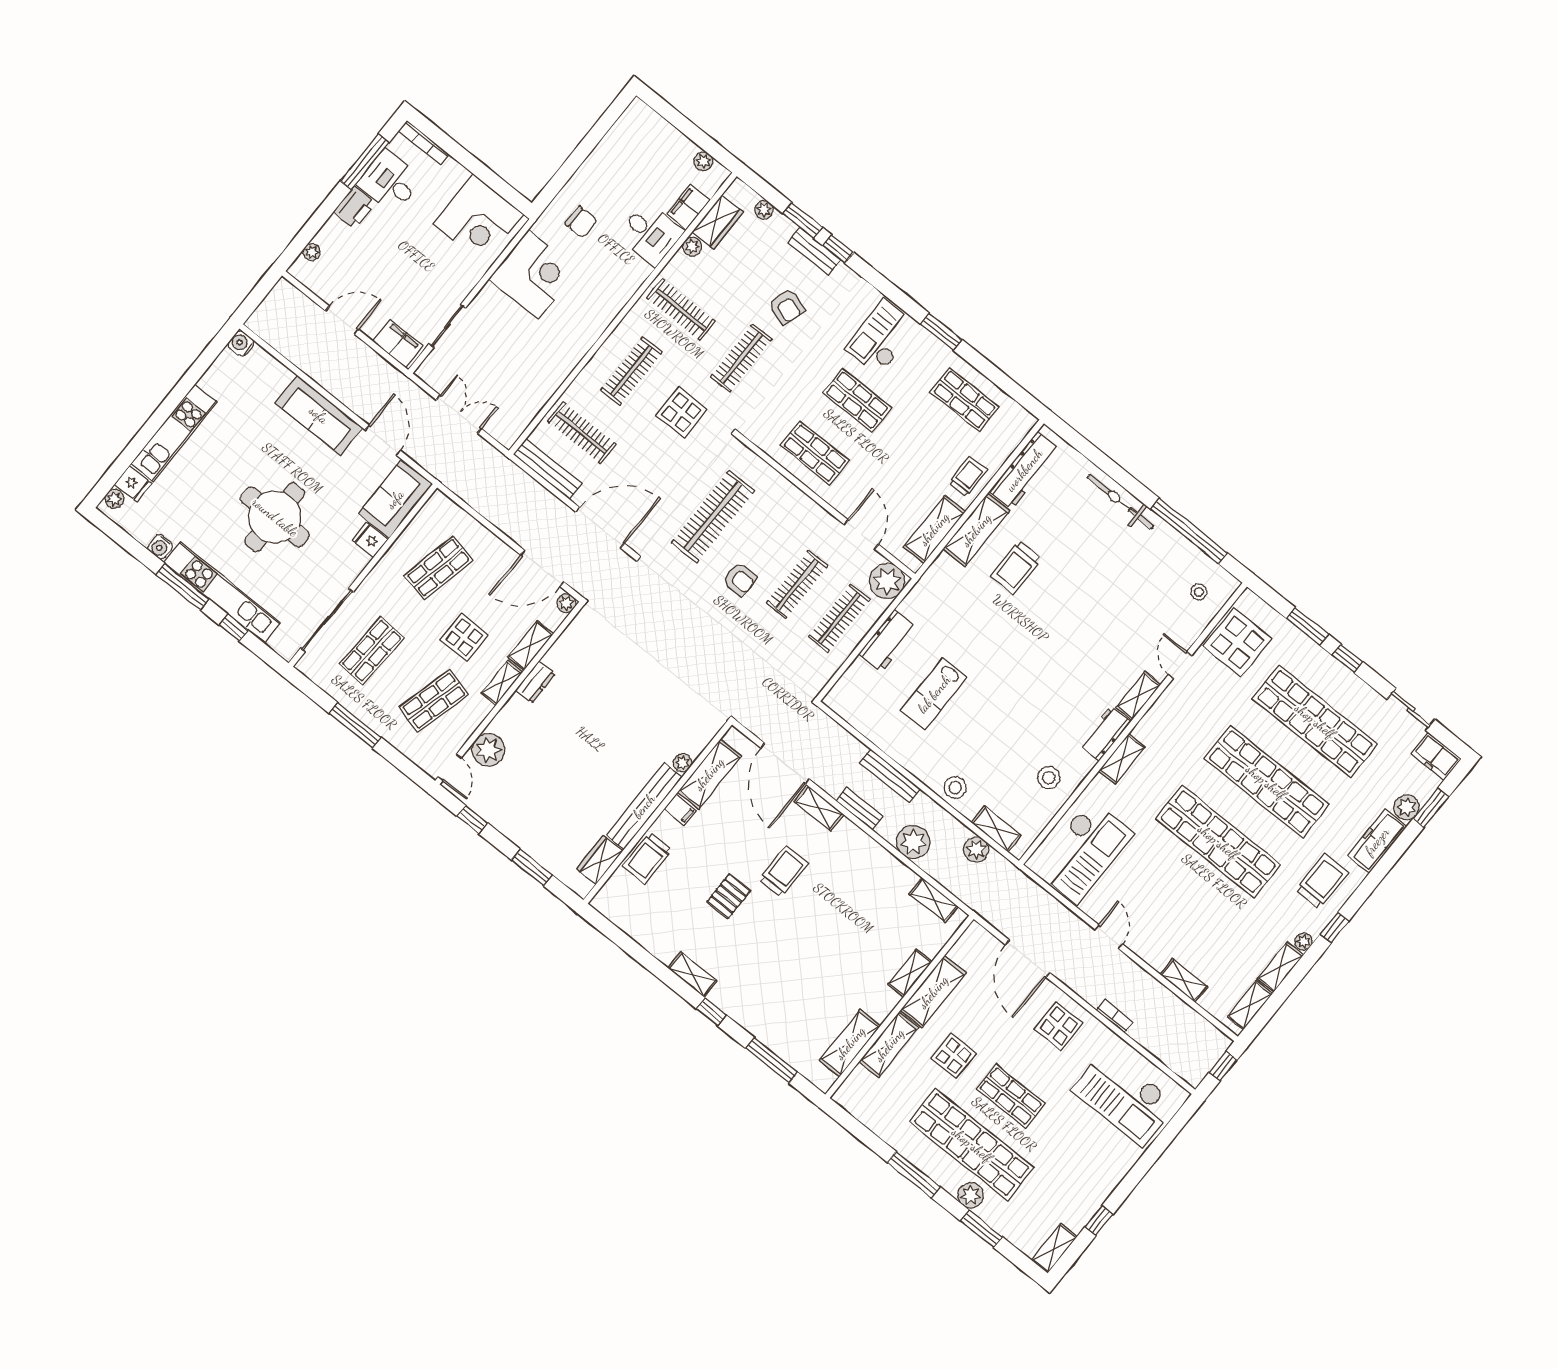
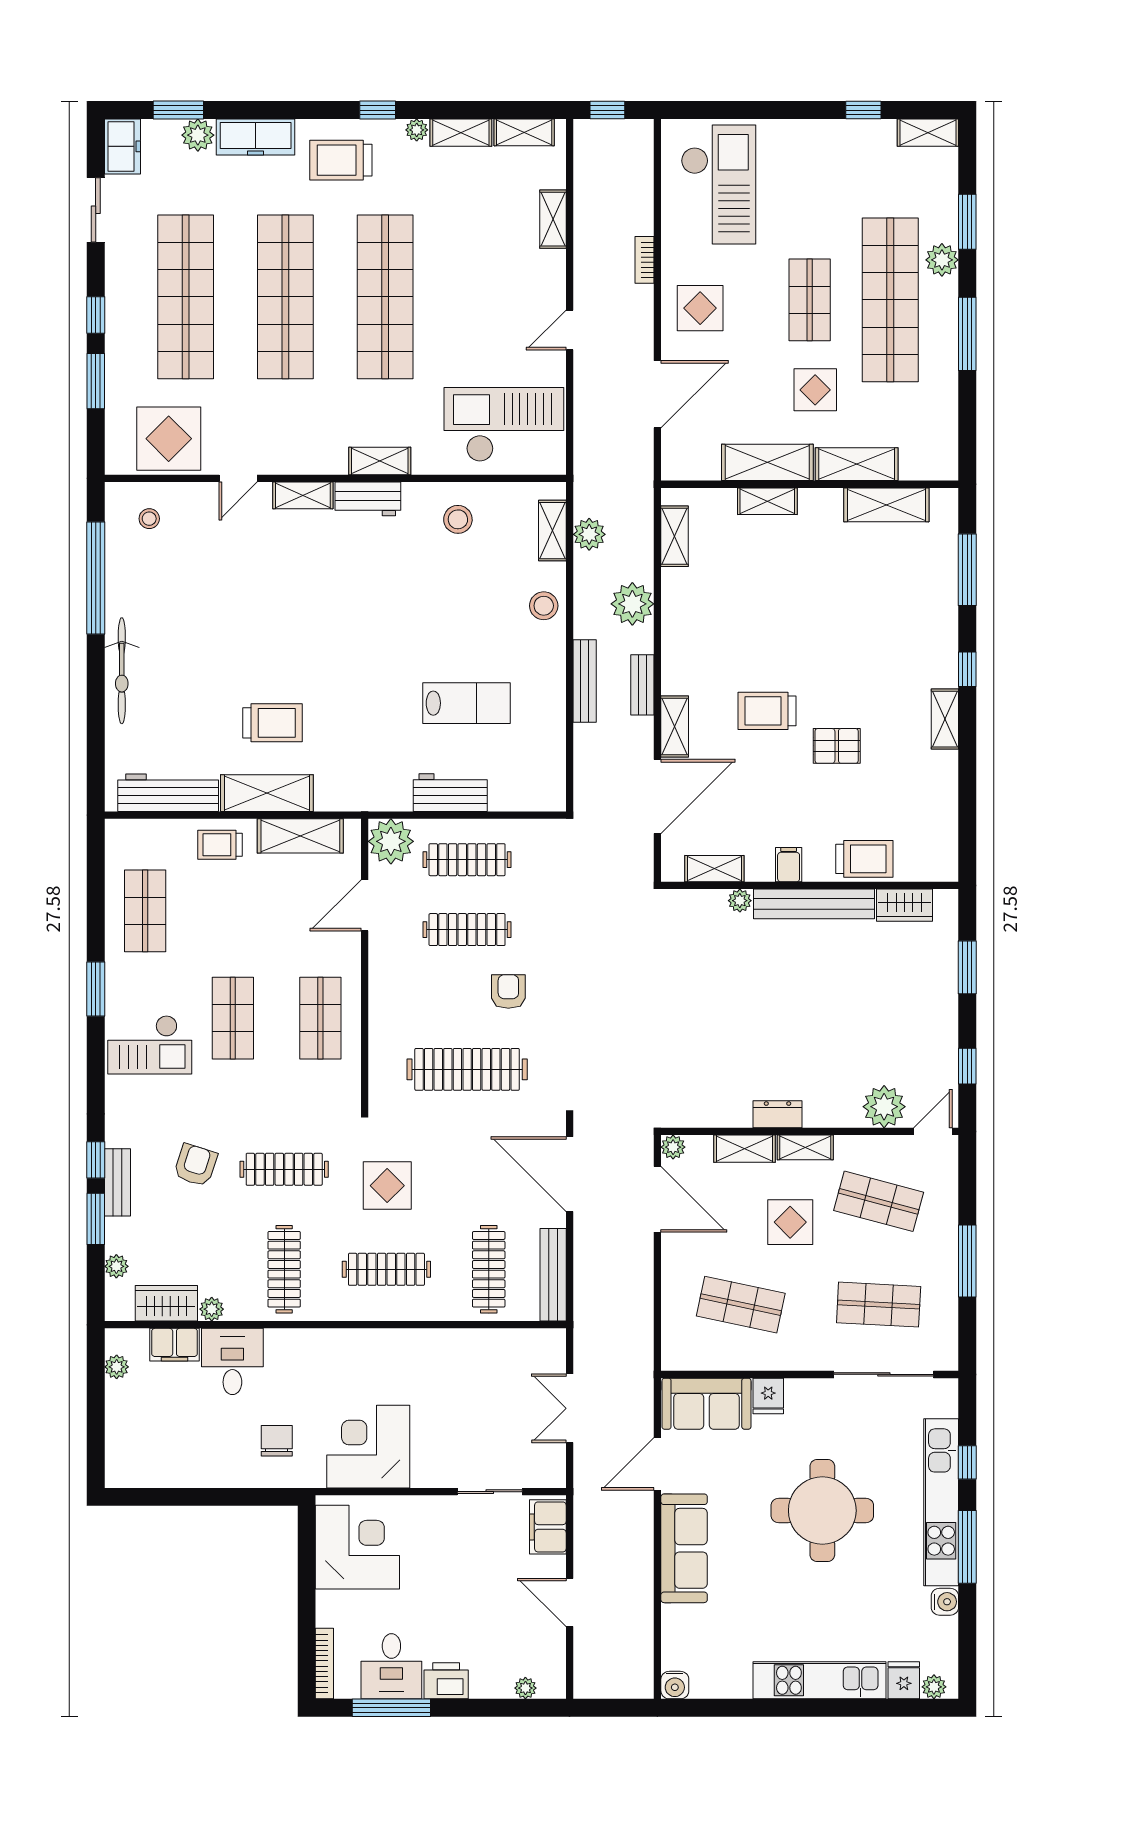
shelving: (709, 774) -> (714, 869), width x0.67, depth x0.75

